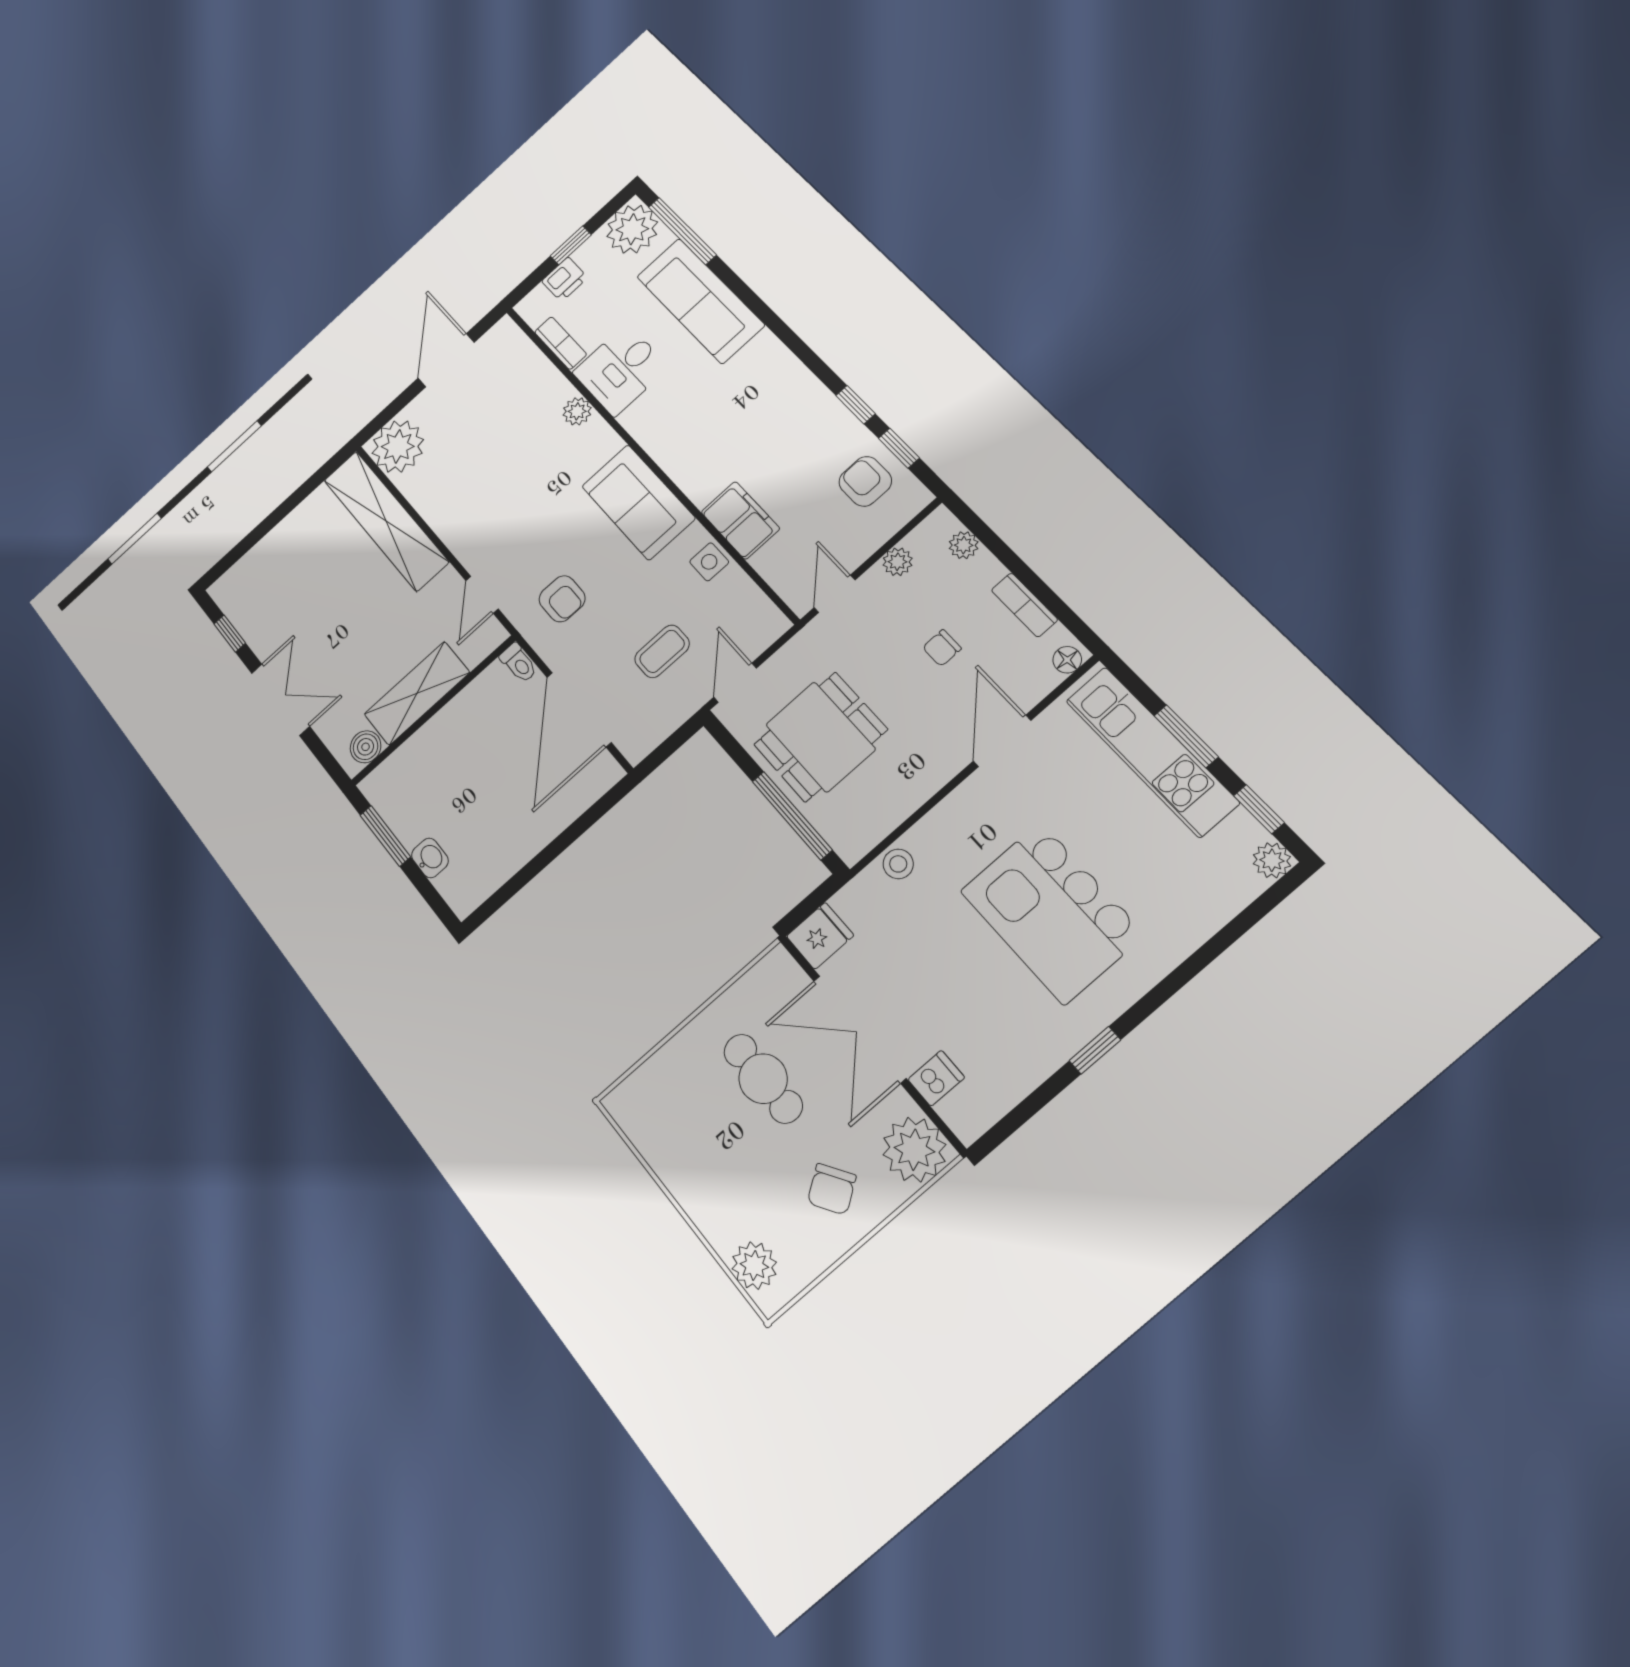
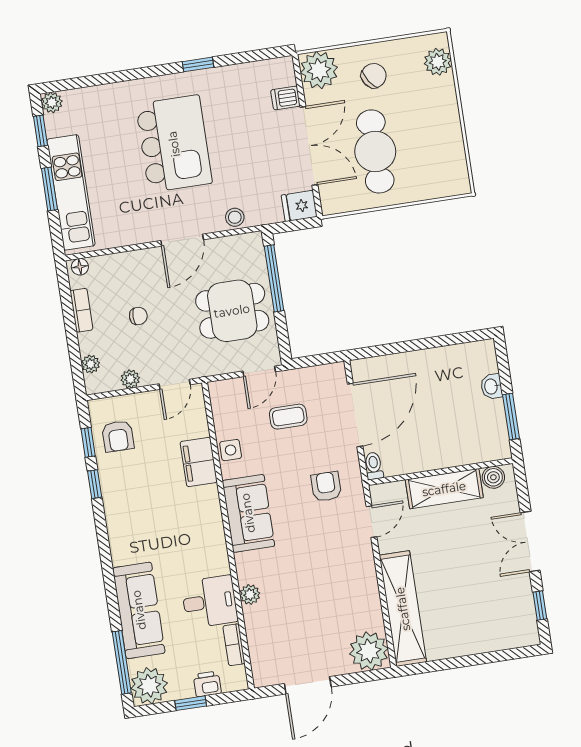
door: (1002, 741) -> (182, 240), moved
cafe table: (763, 1079) -> (375, 151), width x1.37, depth x1.35

